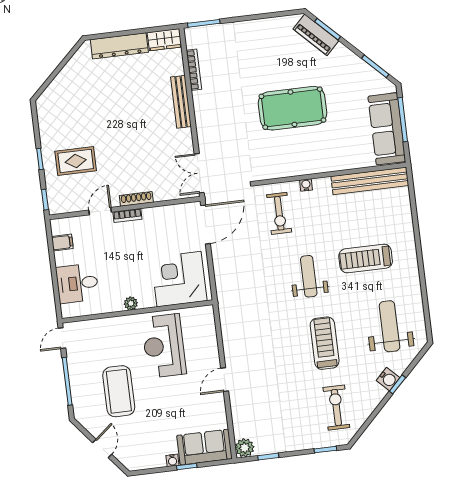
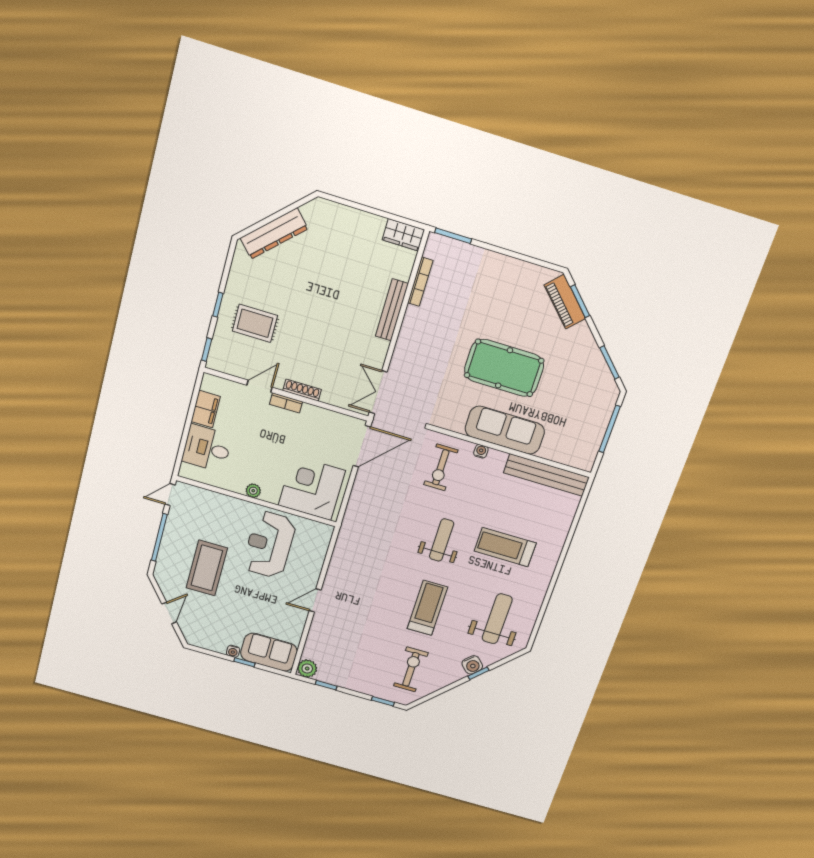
dresser: (119, 46) -> (274, 233), moved, turned -44
sofa: (387, 129) -> (505, 430), moved, turned 90
filing cabinet: (62, 243) -> (206, 409), width x2.00

